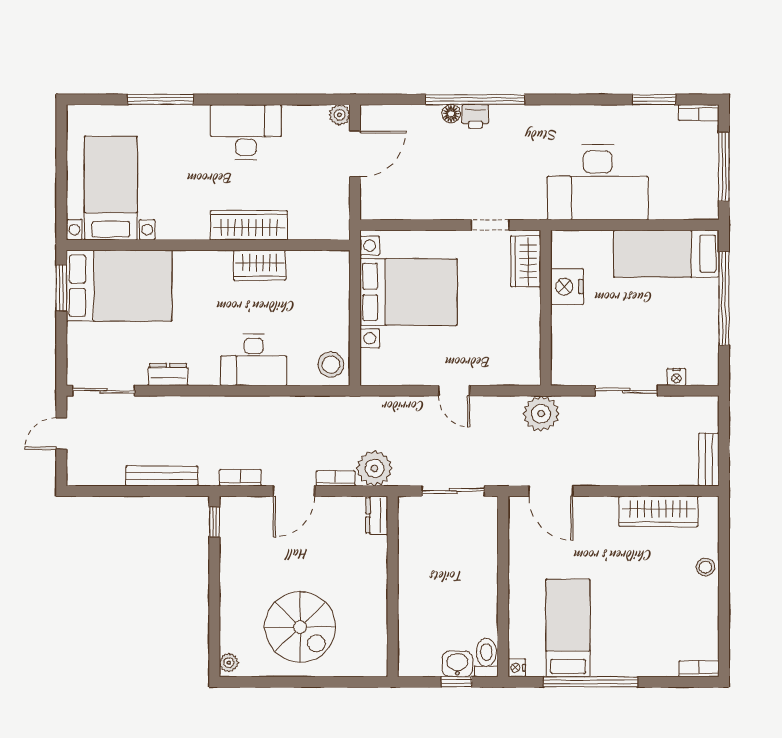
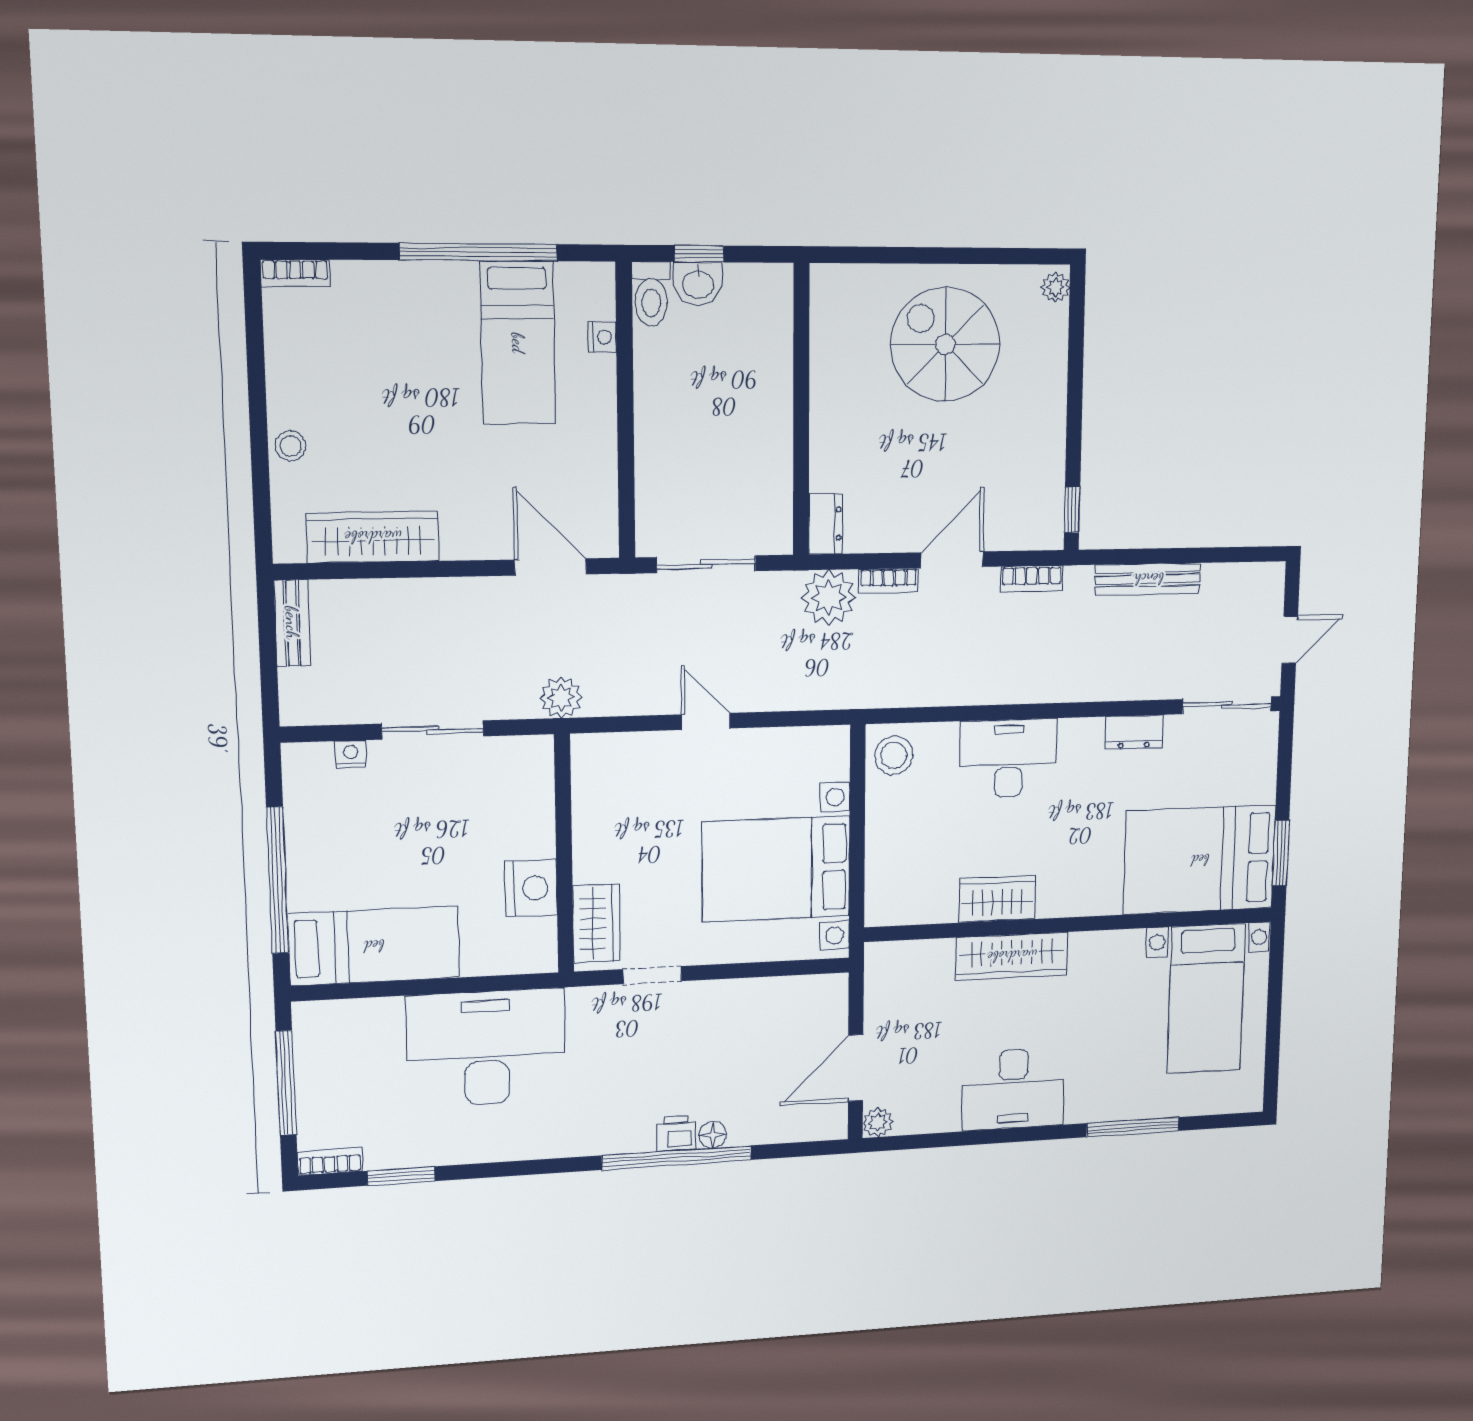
plant: (541, 414) -> (561, 697), width x0.73, depth x0.73
nightstand: (517, 668) -> (602, 337), moved

